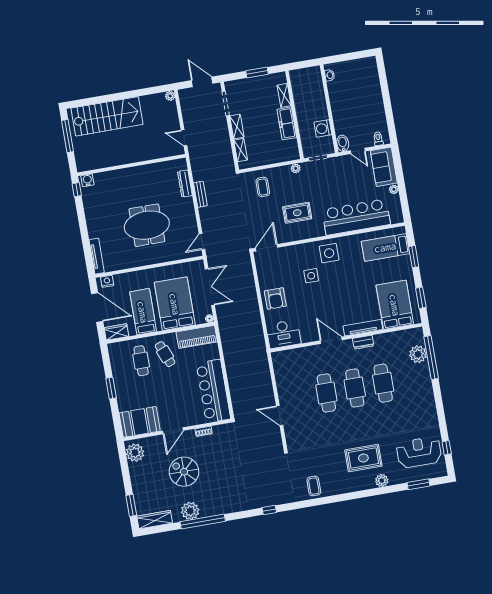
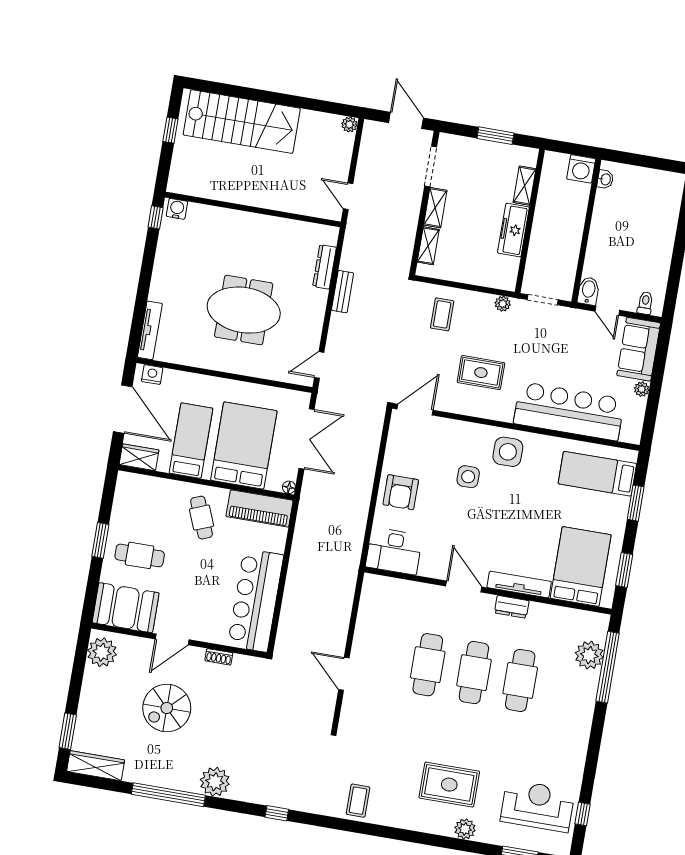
washing machine: (323, 128) -> (581, 169), moved, turned -90
window: (67, 136) -> (170, 130), width x0.46
cafe table: (141, 361) -> (140, 555), moved, turned 90
spiral stairs: (184, 472) -> (167, 708), turned -90
plant: (190, 511) -> (215, 782), moved

